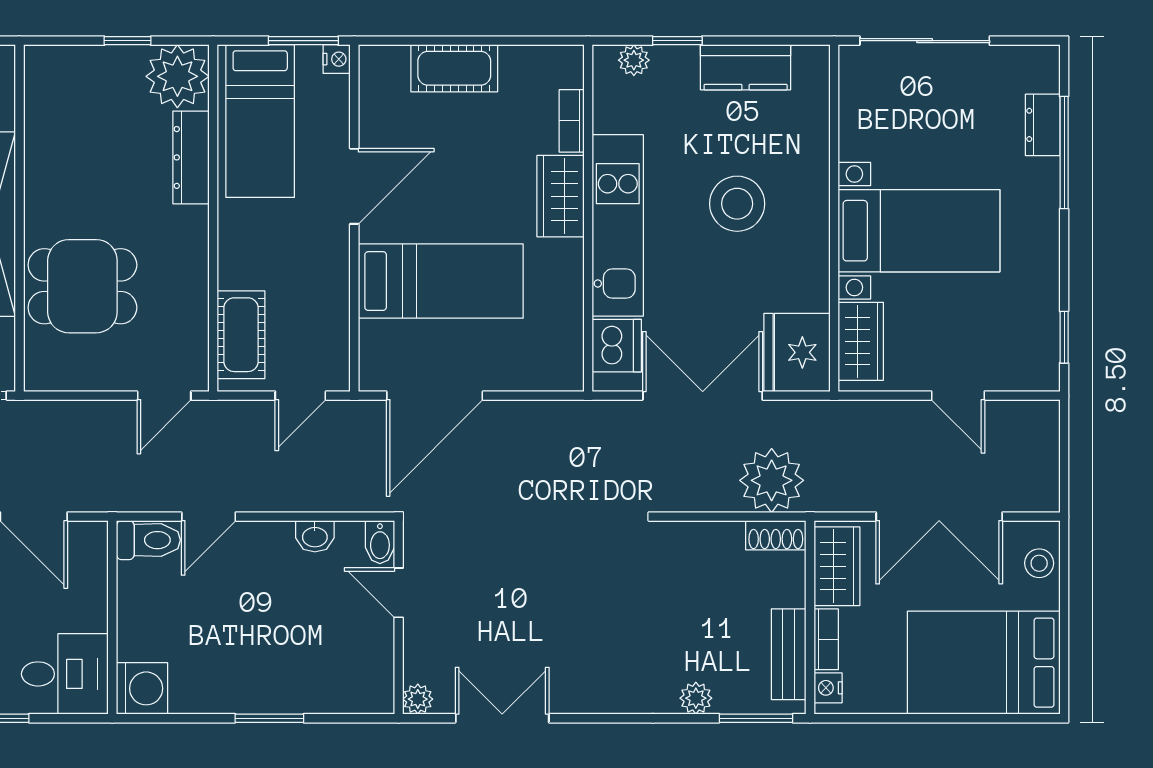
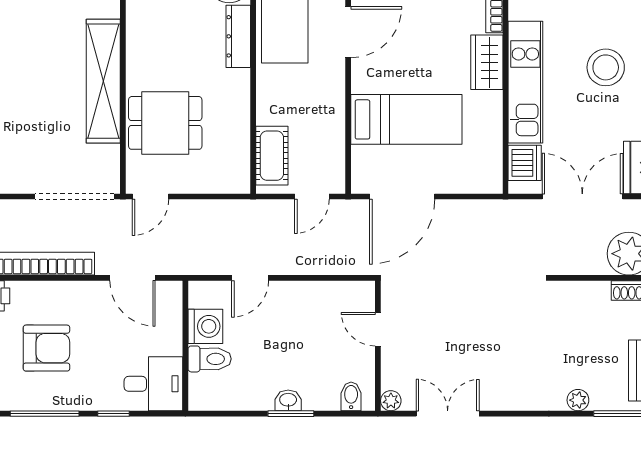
door: (354, 186) -> (348, 32), moved
door: (164, 396) -> (150, 197), moved
washbasin: (315, 536) -> (288, 400), moved, turned 180
toilet: (148, 540) -> (210, 359), moved
bidet: (380, 542) -> (351, 396), moved, turned 180
washing machine: (142, 688) -> (205, 326), moved

